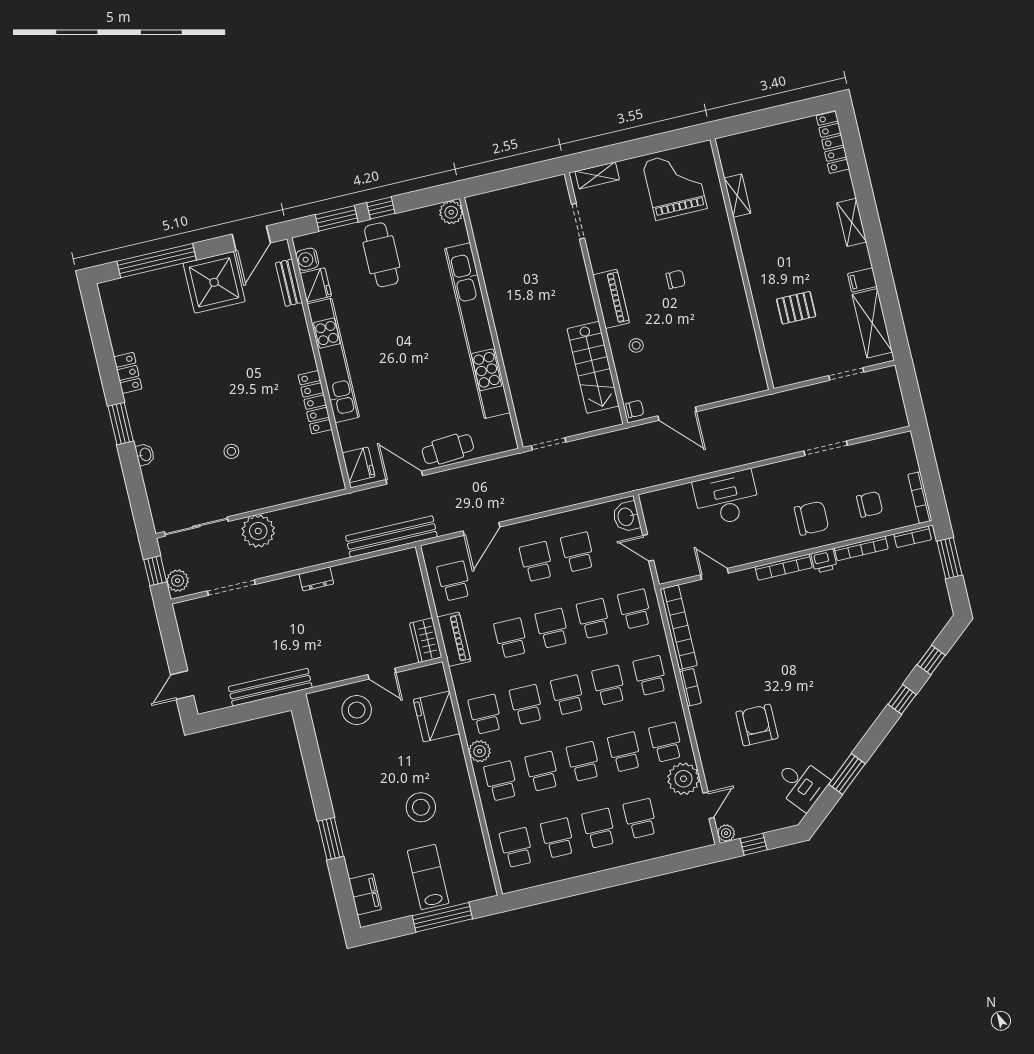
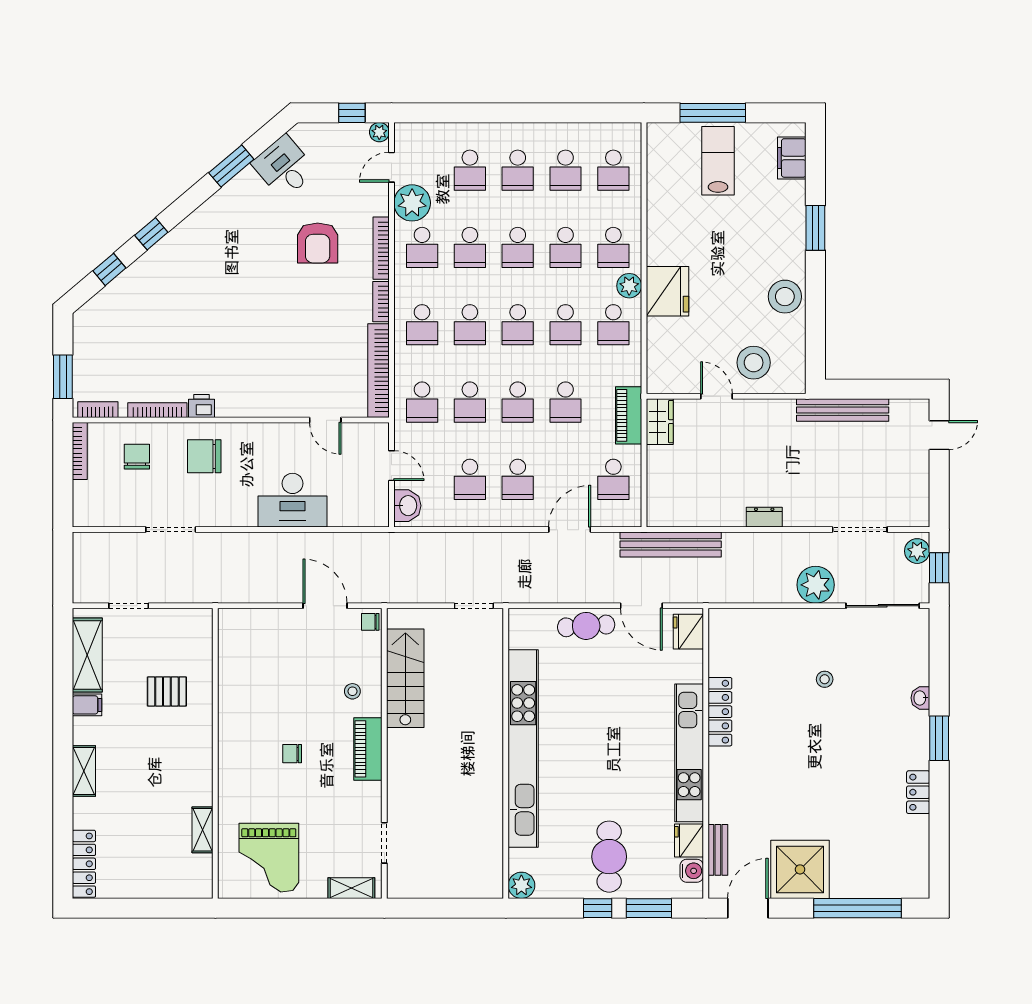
chair: (870, 504) -> (137, 457), turned 90
bookcase: (784, 567) -> (381, 248), moved, turned -90
fridge: (437, 717) -> (667, 291), moved
stool: (421, 807) -> (785, 297), moved
lab bench: (428, 877) -> (718, 161), turned 180

